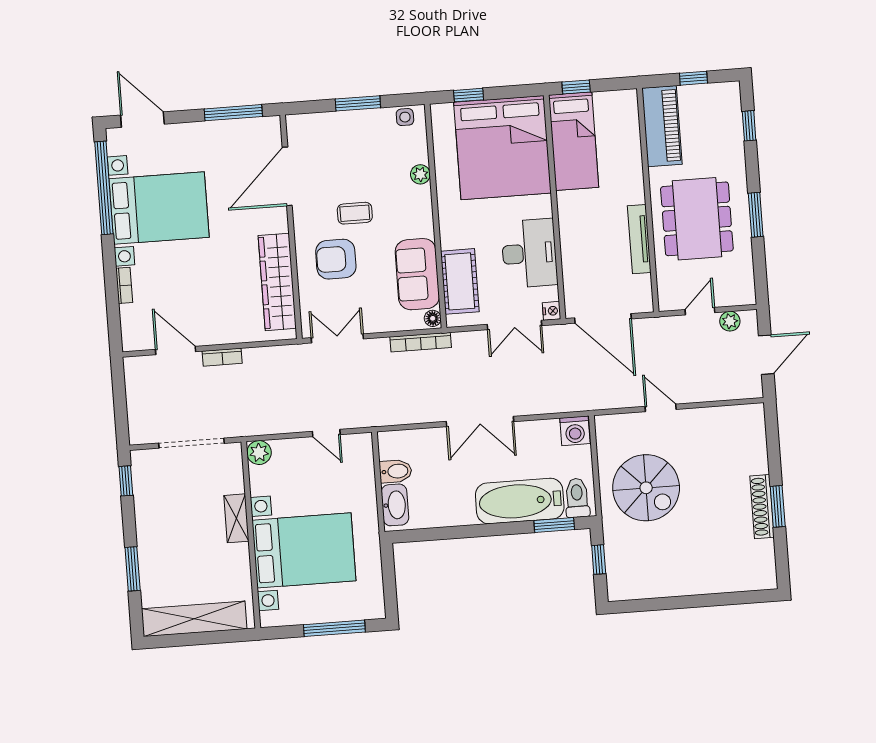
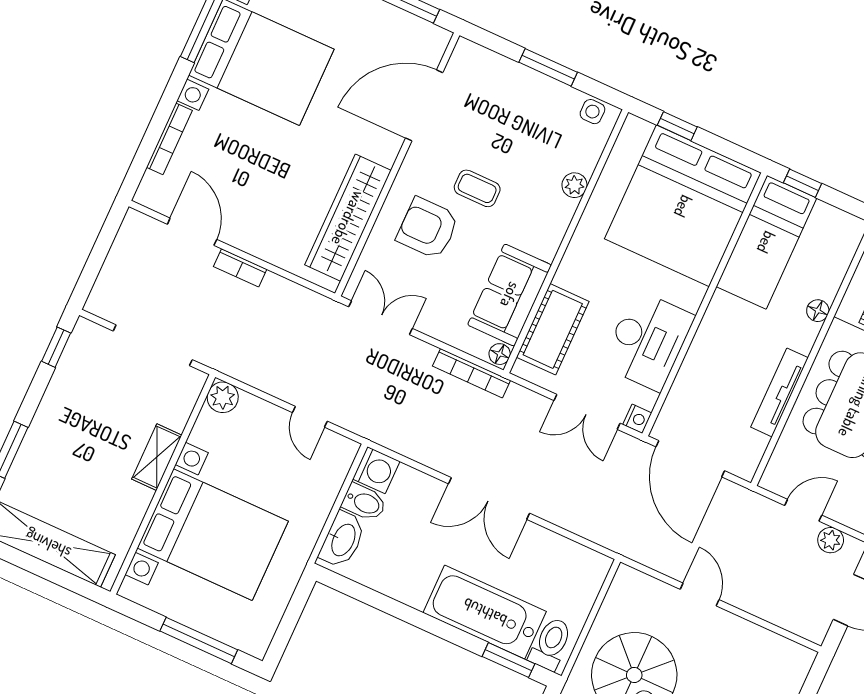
floor lamp: (635, 169) -> (818, 311), added
bookcase: (124, 285) -> (169, 139), width x1.56
washing machine: (575, 431) -> (376, 470), moved, turned -90

